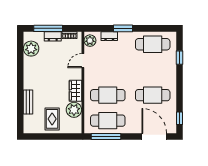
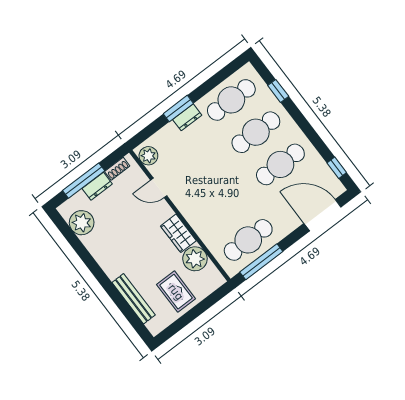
dresser: (109, 36) -> (187, 117), moved
door: (83, 61) -> (159, 188), hinge flipped
cafe table: (108, 95) -> (256, 132), moved
bench: (28, 102) -> (134, 299), width x1.36

